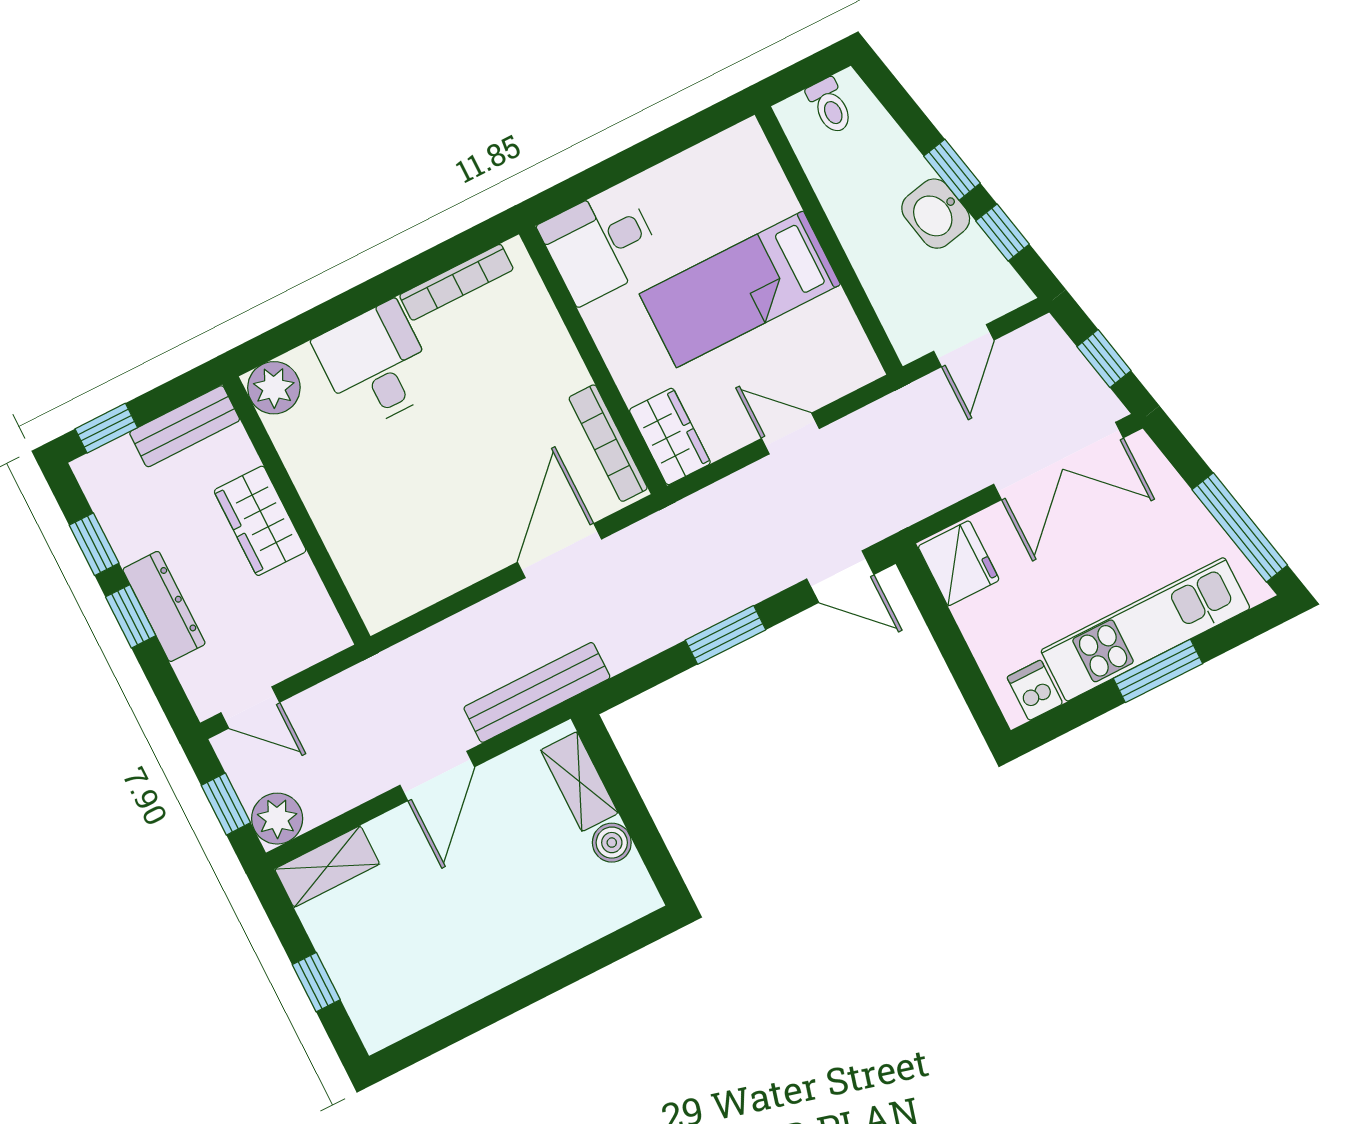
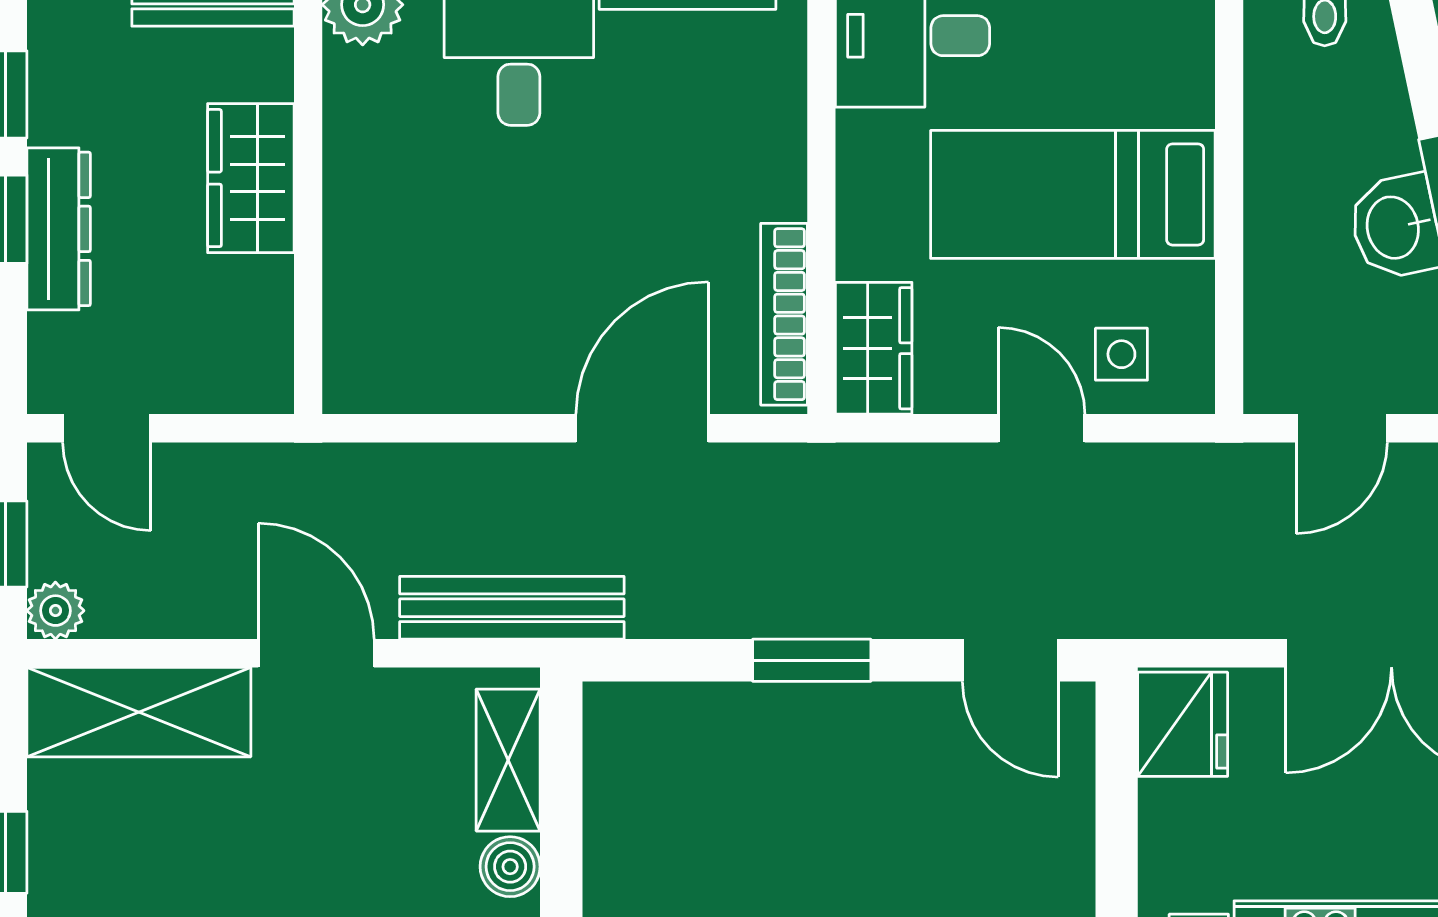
side table: (815, 367) -> (1121, 354), added
door: (437, 776) -> (316, 653), swing flipped
plant: (277, 819) -> (55, 611), width x0.73, depth x0.73
shelving: (327, 867) -> (139, 712), width x1.50, depth x1.33

